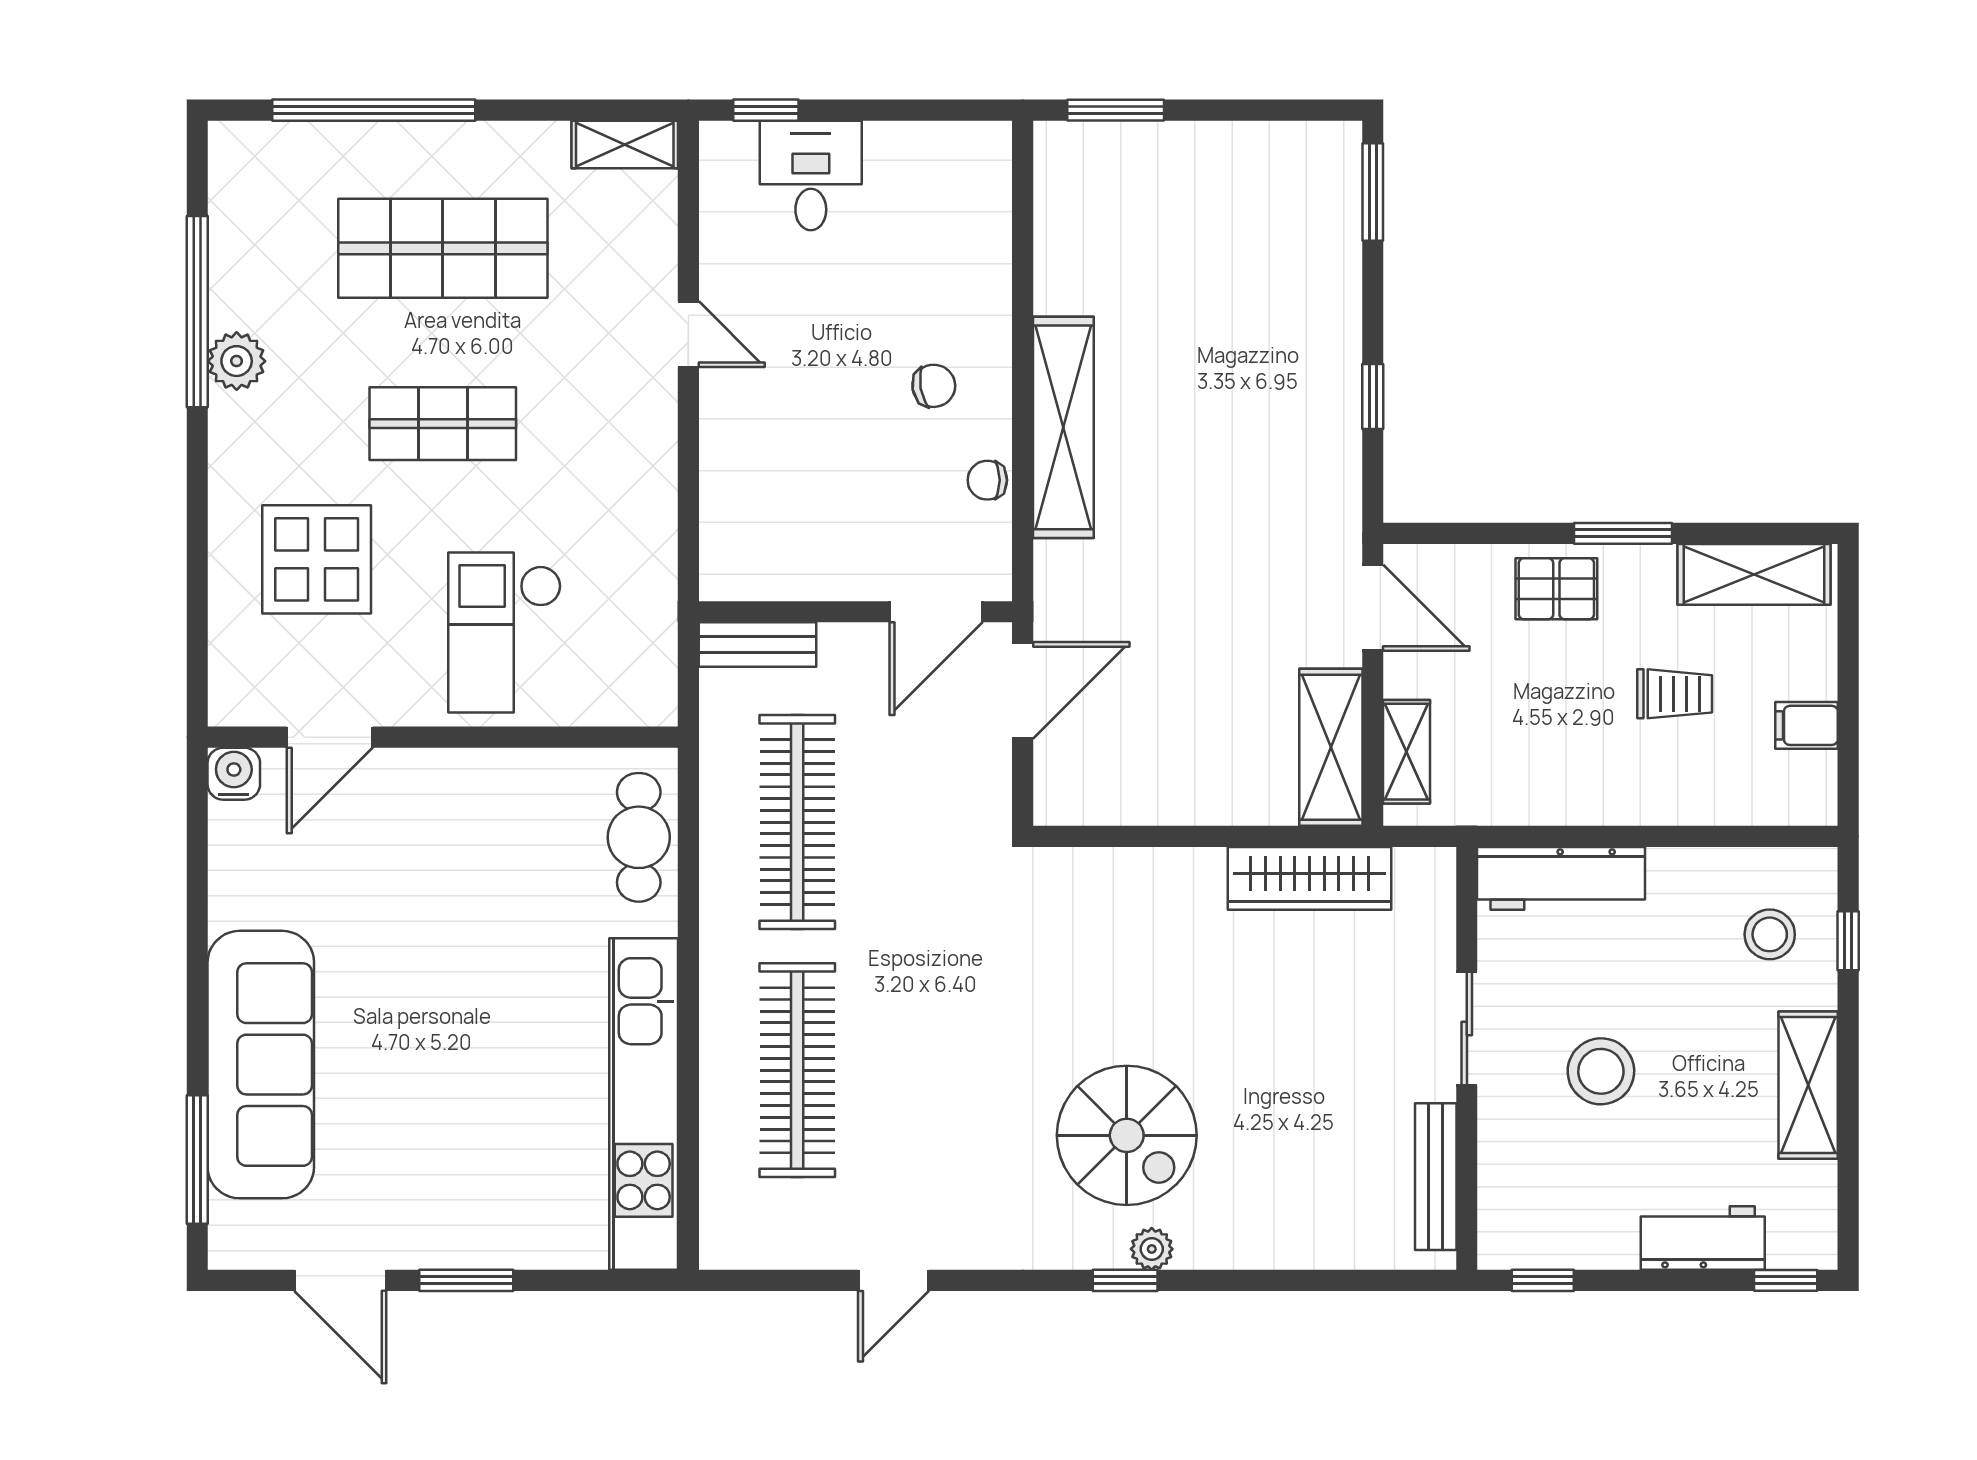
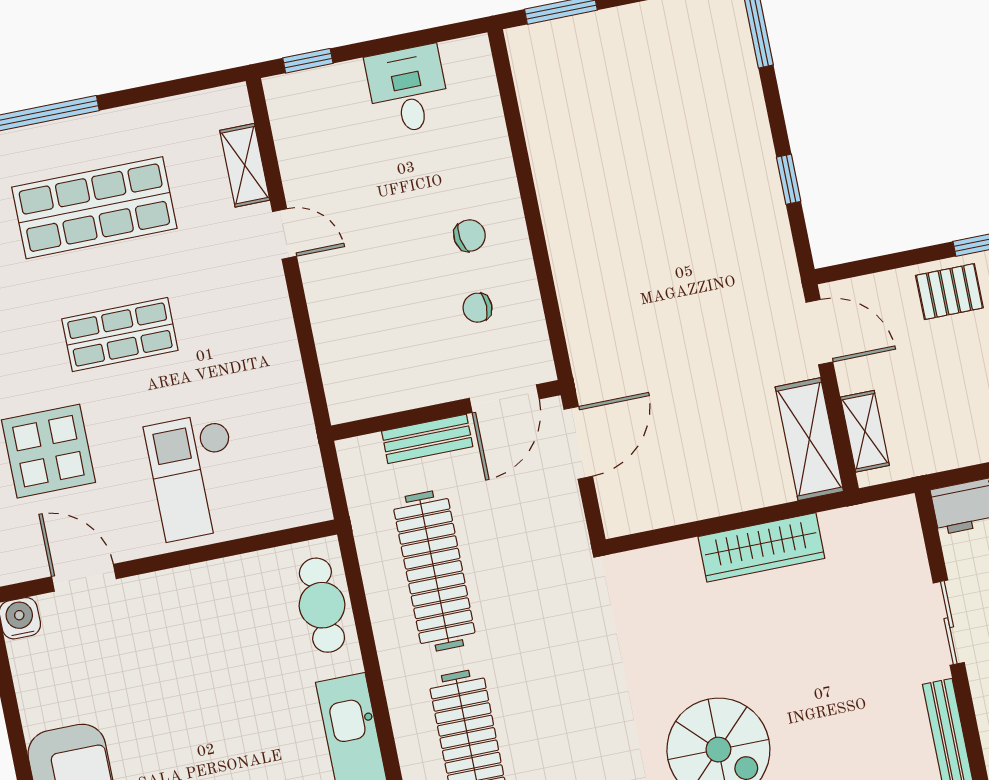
shelving: (625, 145) -> (245, 165), moved, turned 90
desk: (811, 176) -> (408, 90), moved
shelving: (1063, 427) -> (569, 247), removed
chair: (987, 480) -> (478, 308), moved
bench: (757, 645) -> (427, 439), moved
door: (330, 737) -> (84, 578), swing flipped
wardrobe: (1309, 878) -> (761, 547), moved

